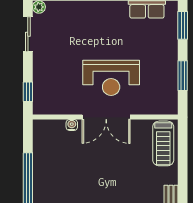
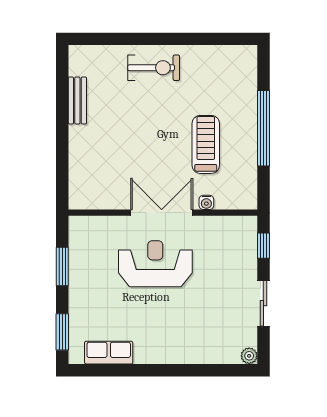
sliding door: (28, 34) -> (263, 303), moved
treadmill: (163, 143) -> (206, 144), moved

